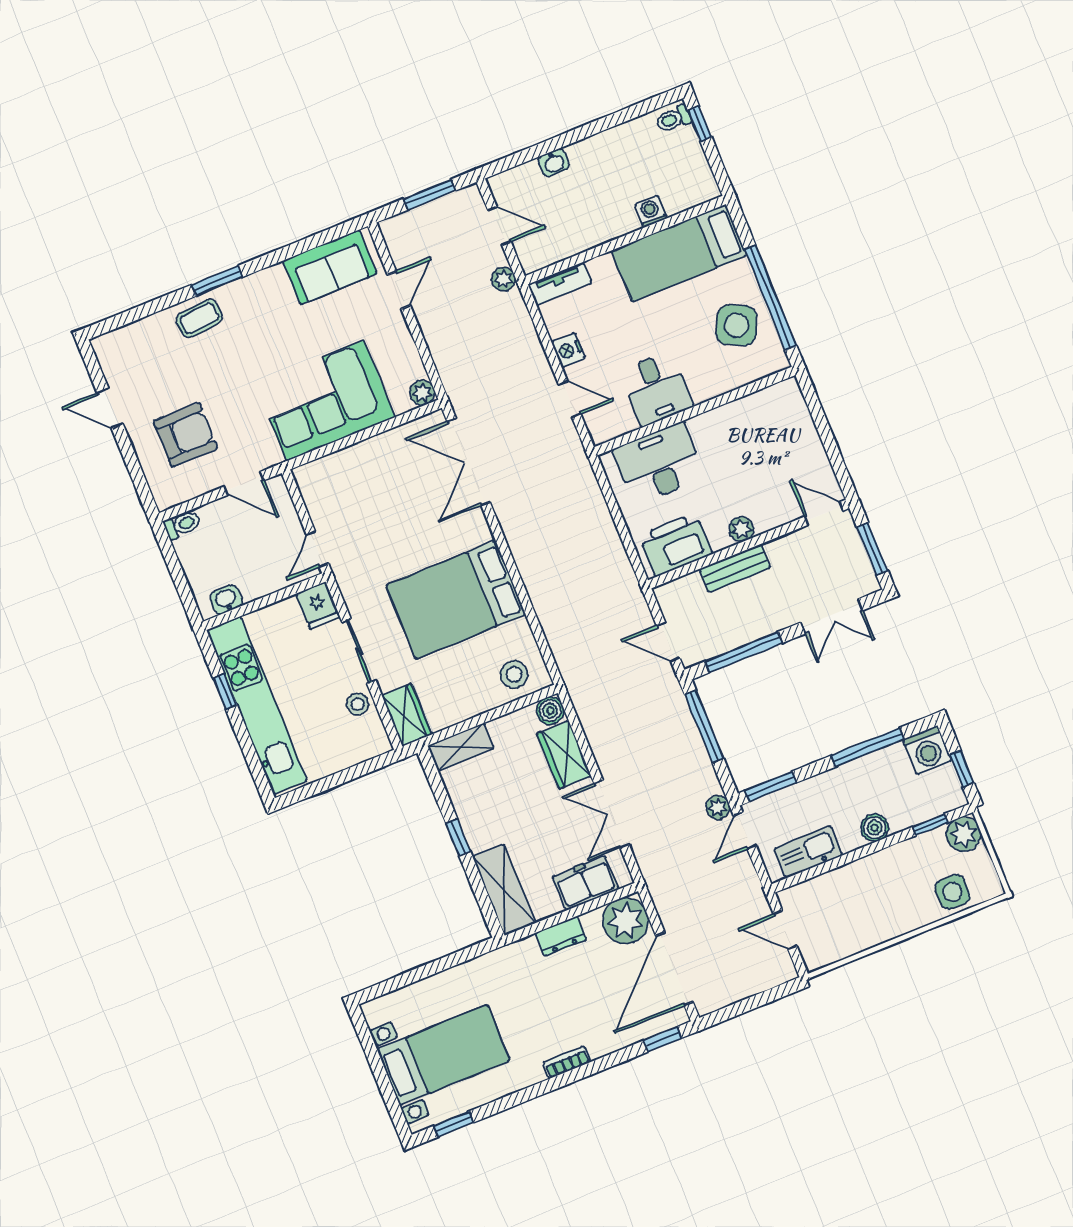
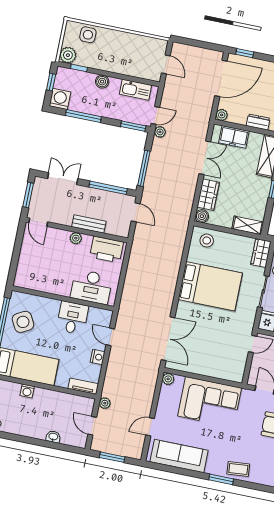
sofa: (330, 267) -> (179, 456), width x1.36
side table: (737, 325) -> (23, 322), turned 37
plant: (626, 921) -> (222, 115), width x0.53, depth x0.53

